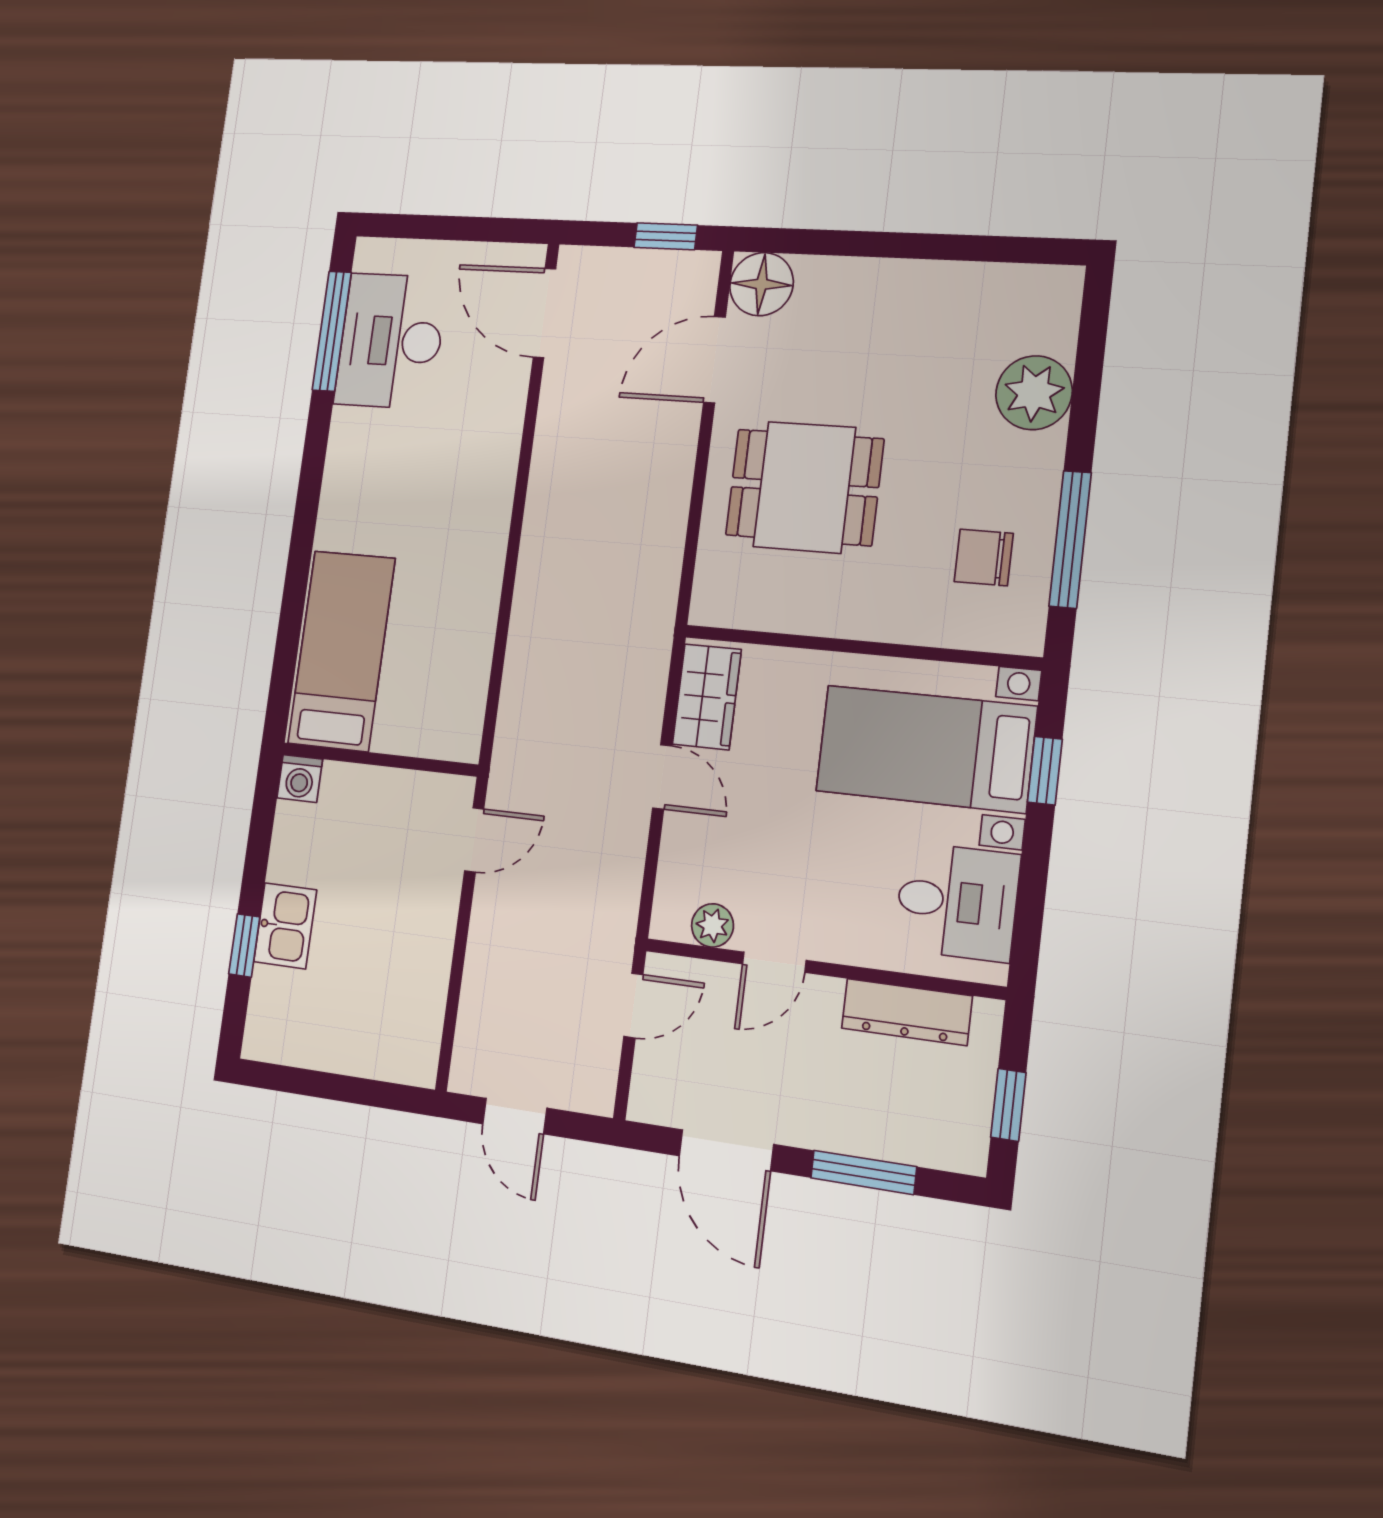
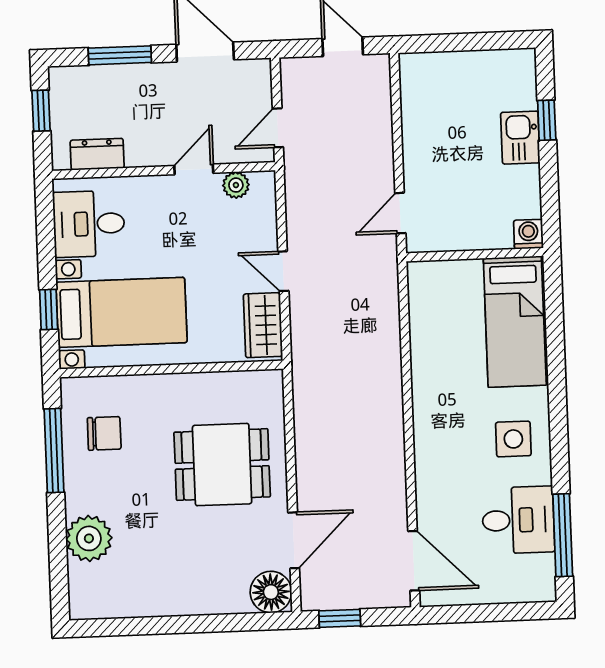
desk: (391, 341) -> (518, 520), width x0.73
side table: (374, 478) -> (513, 439), added
dresser: (907, 1012) -> (97, 154), width x0.70

